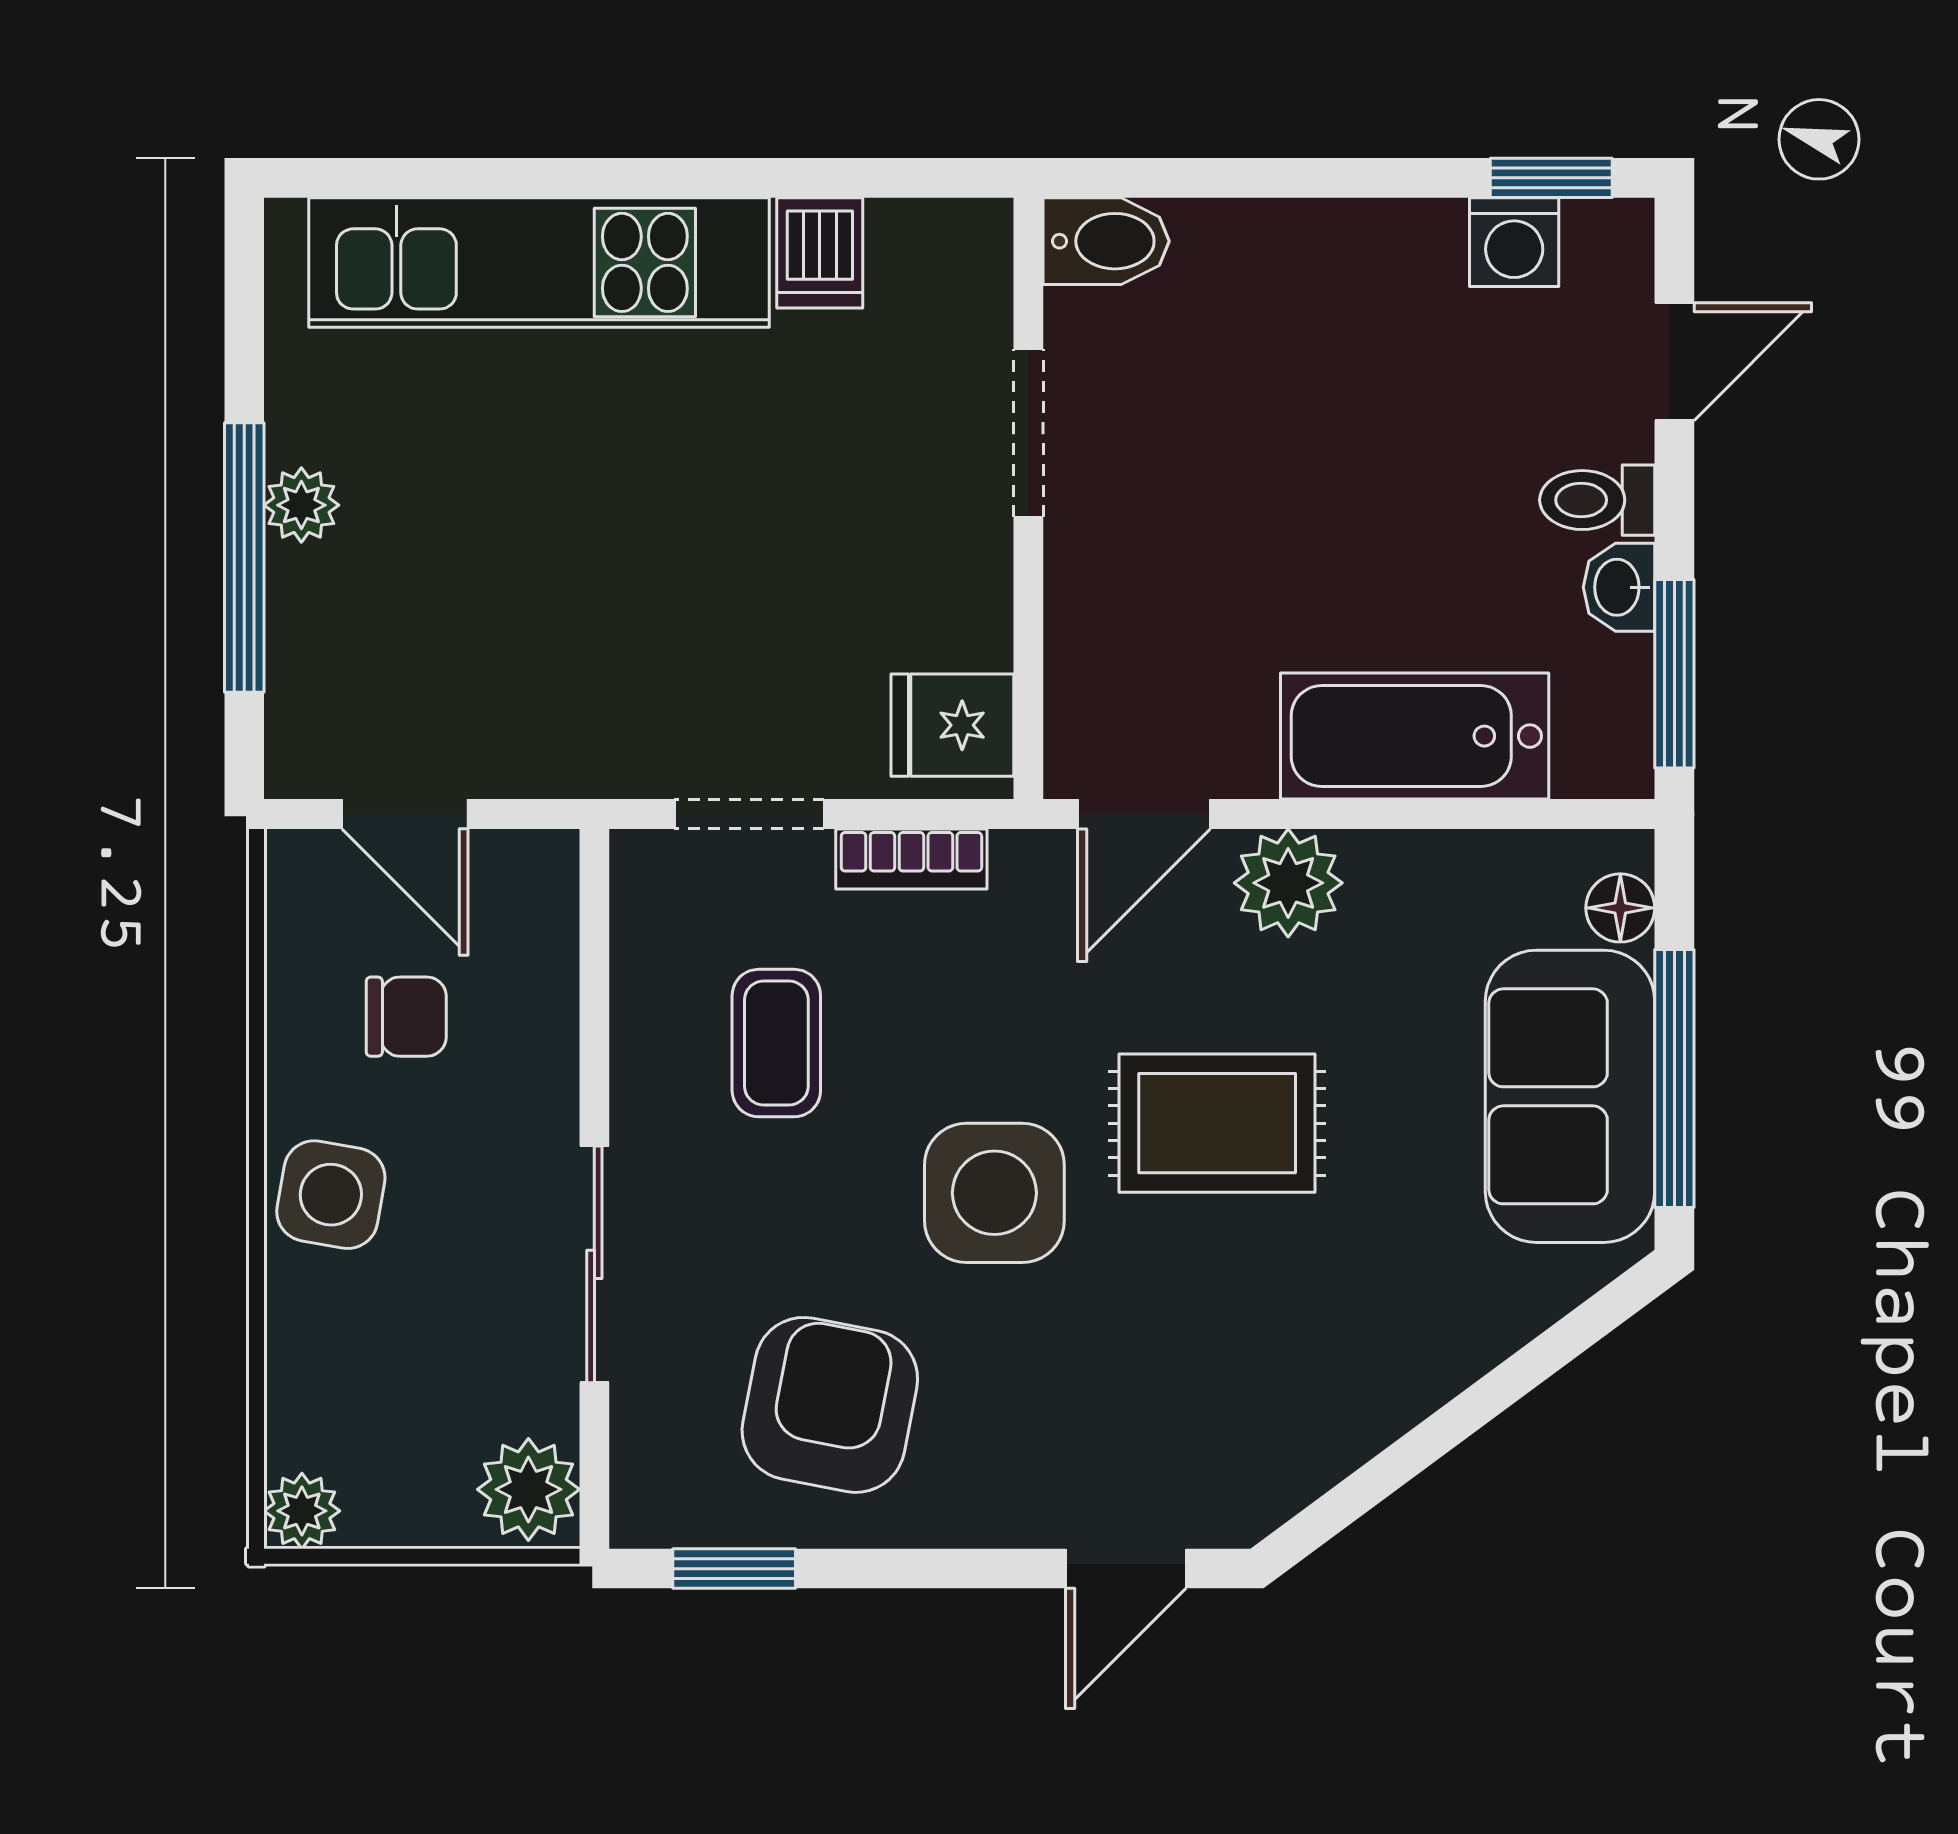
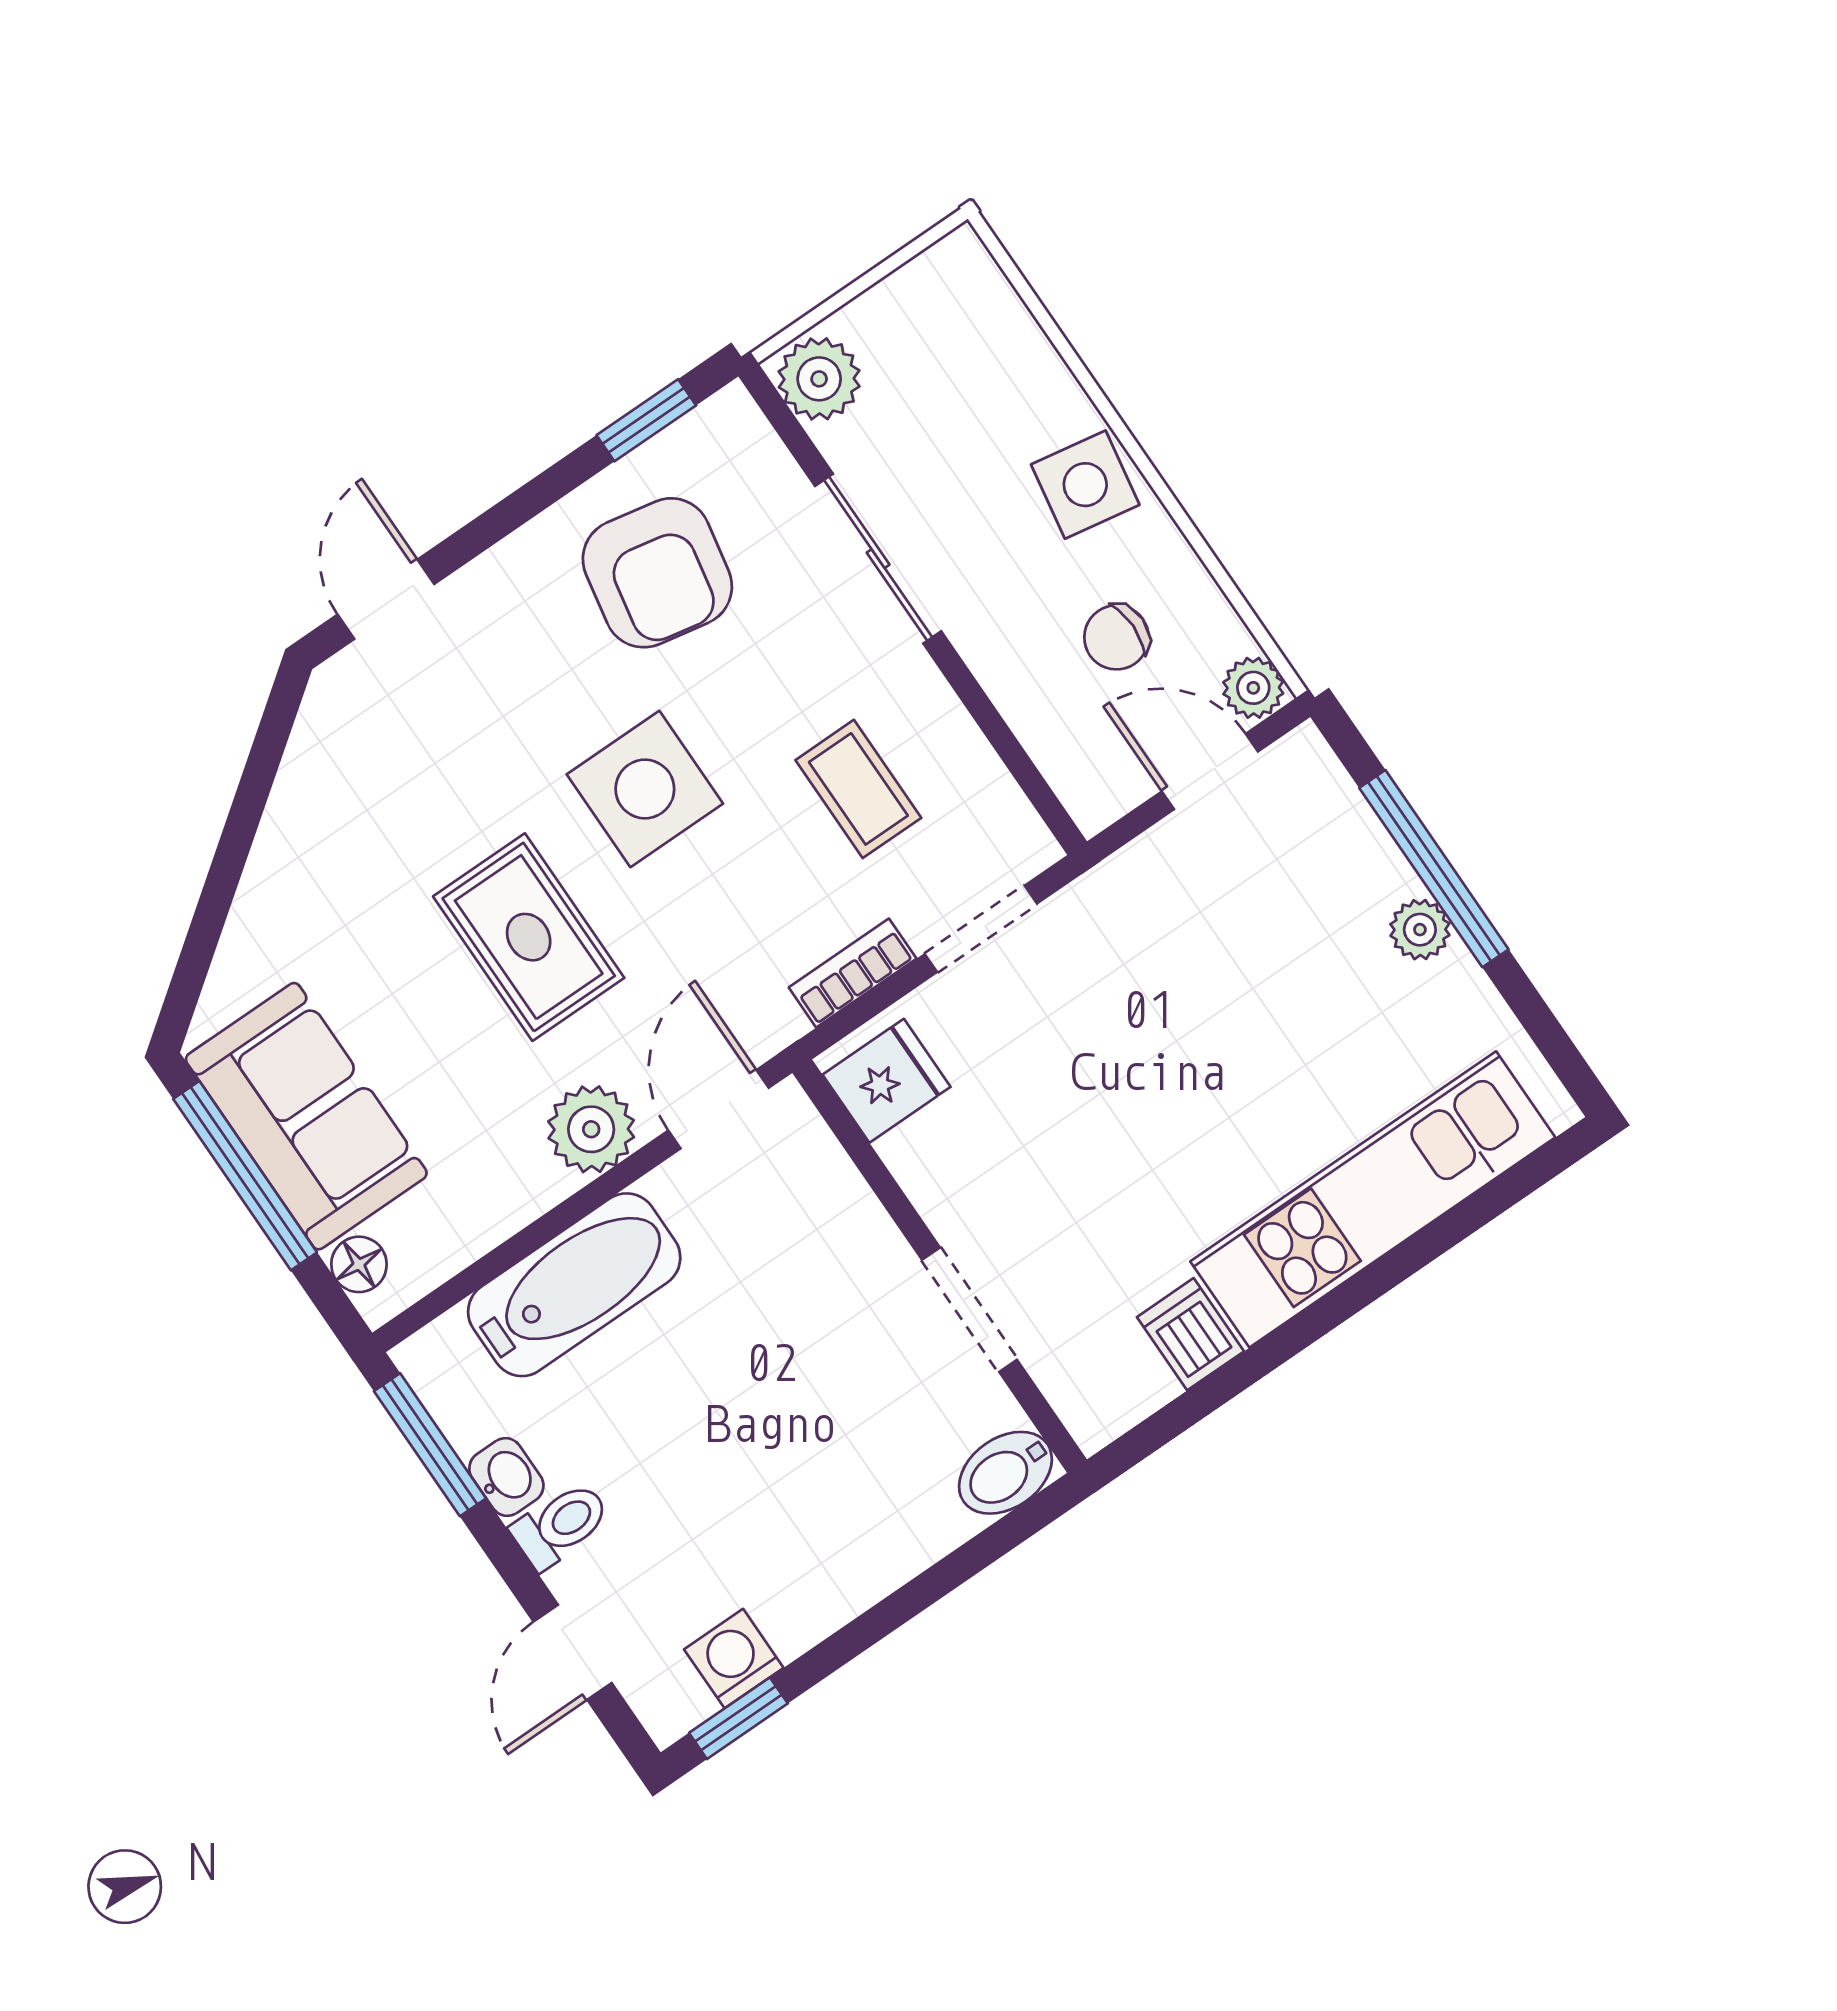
rug: (1217, 1123) -> (529, 937), turned 90
plant: (302, 1511) -> (1253, 688), moved

